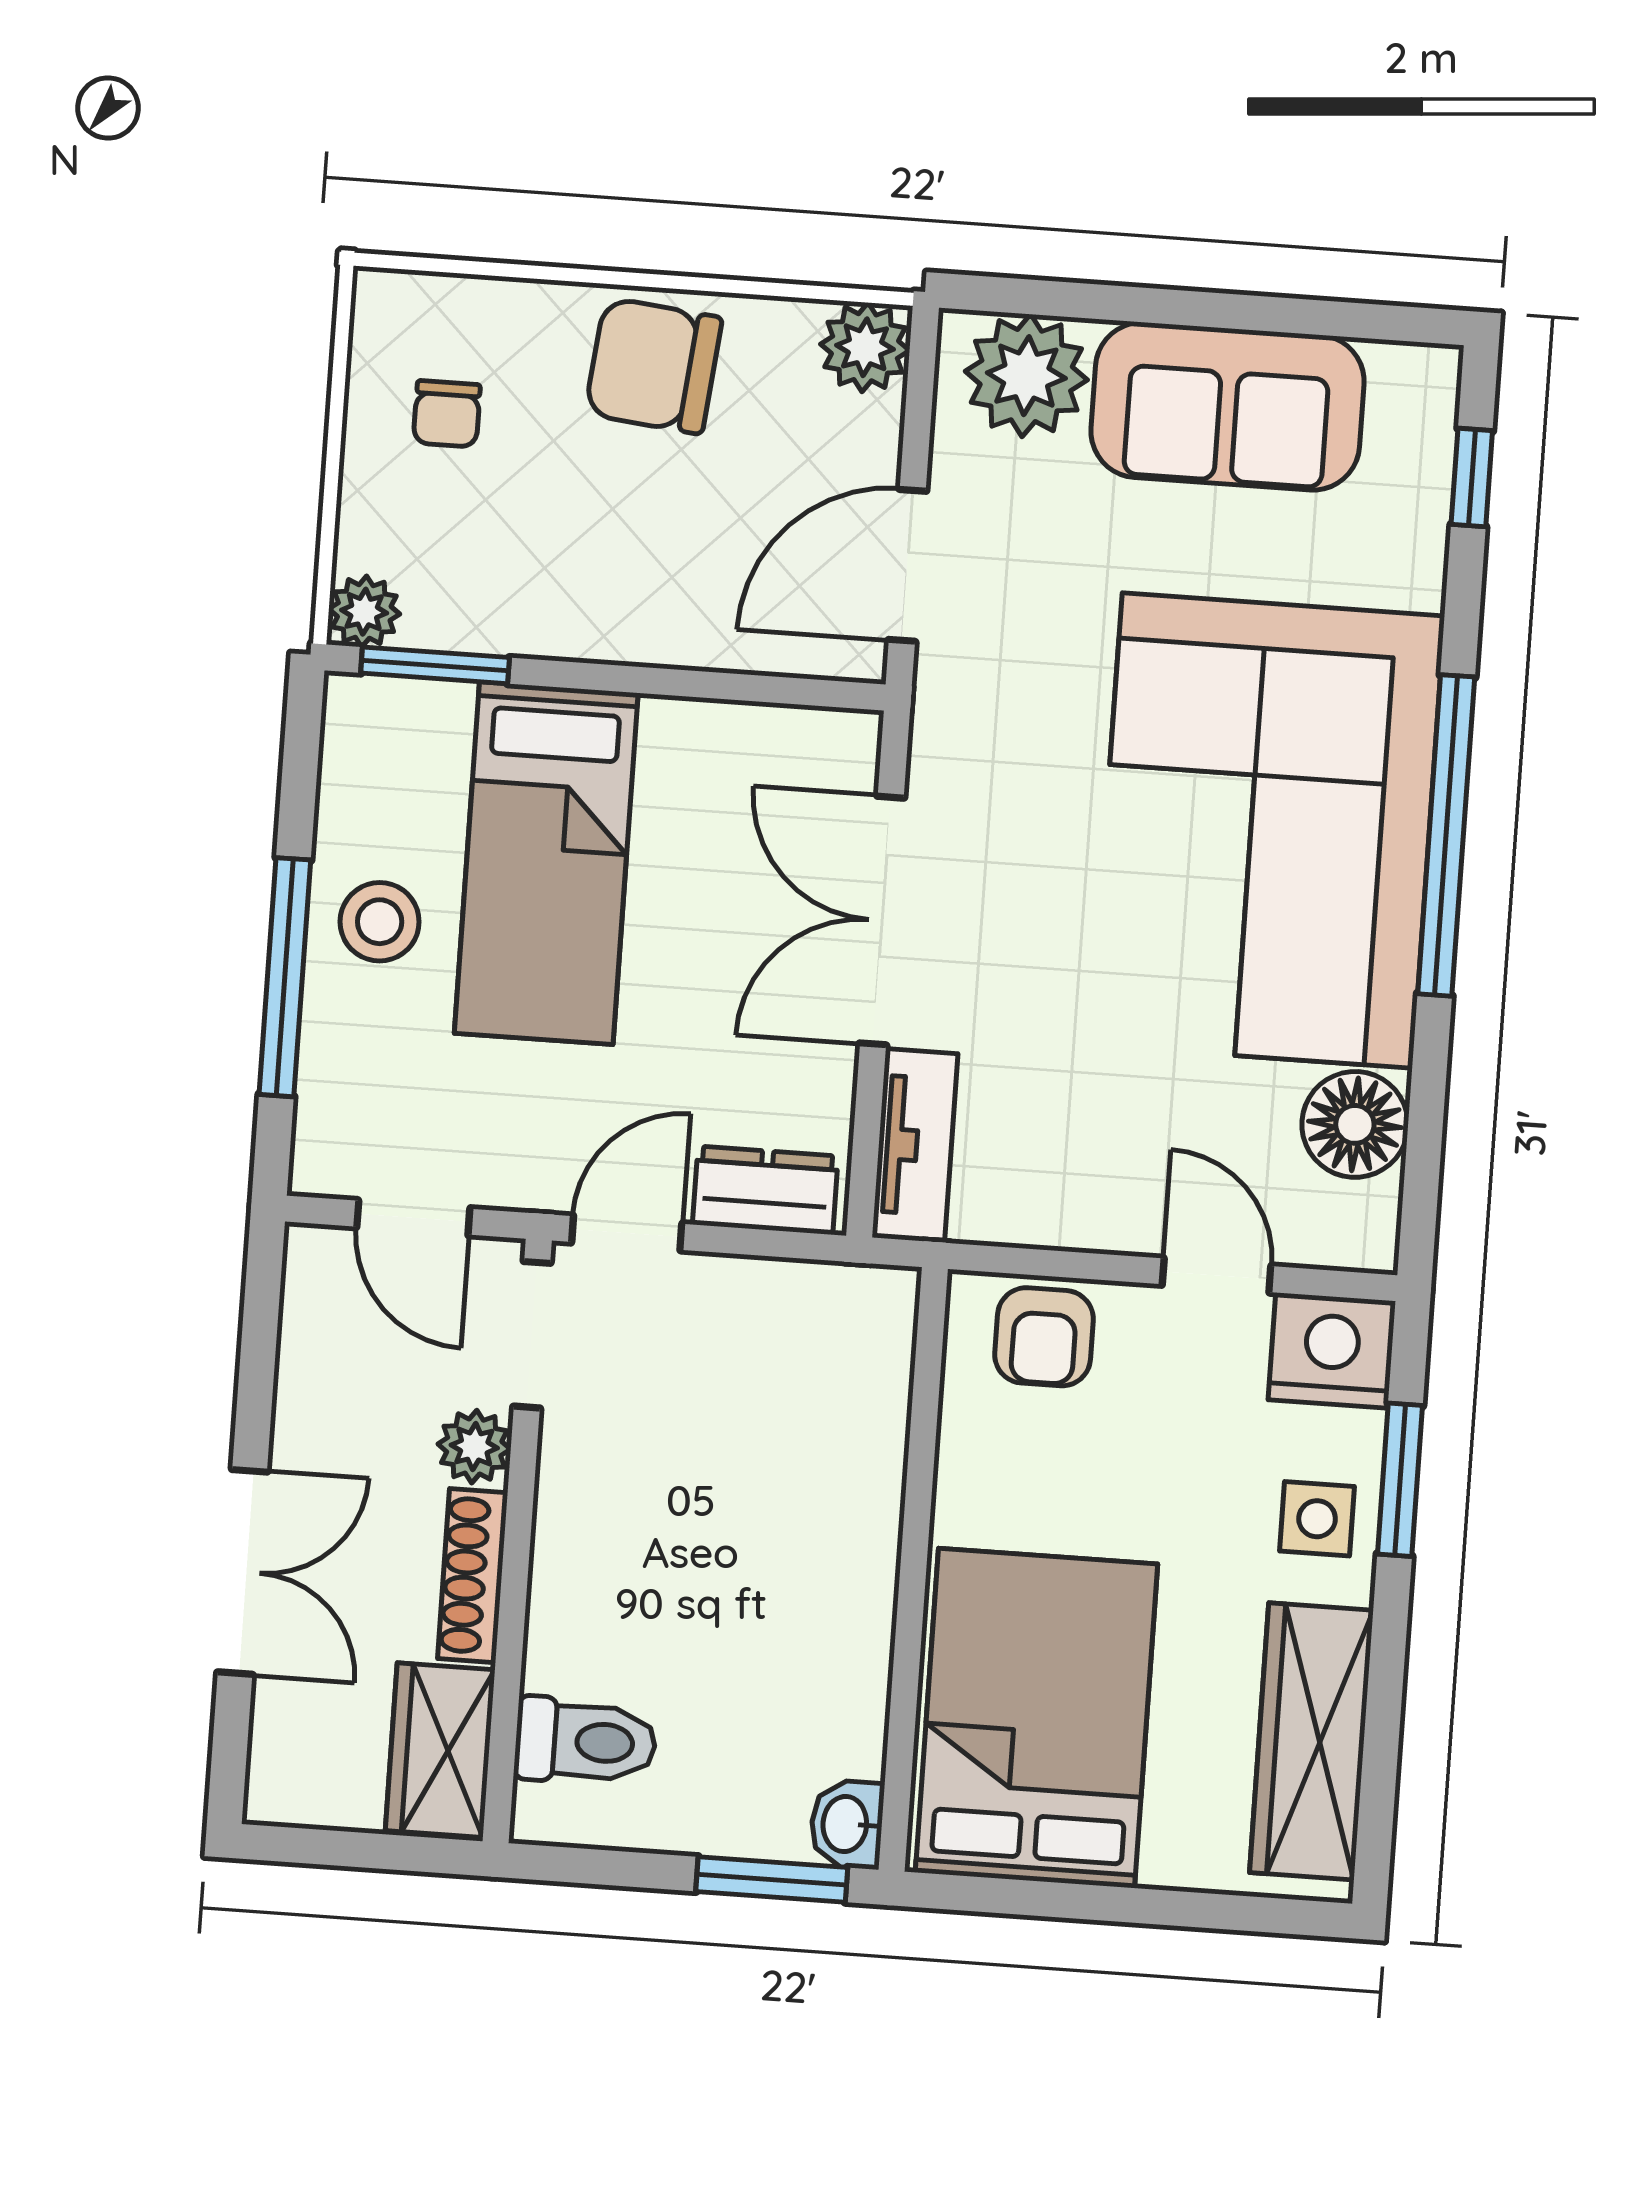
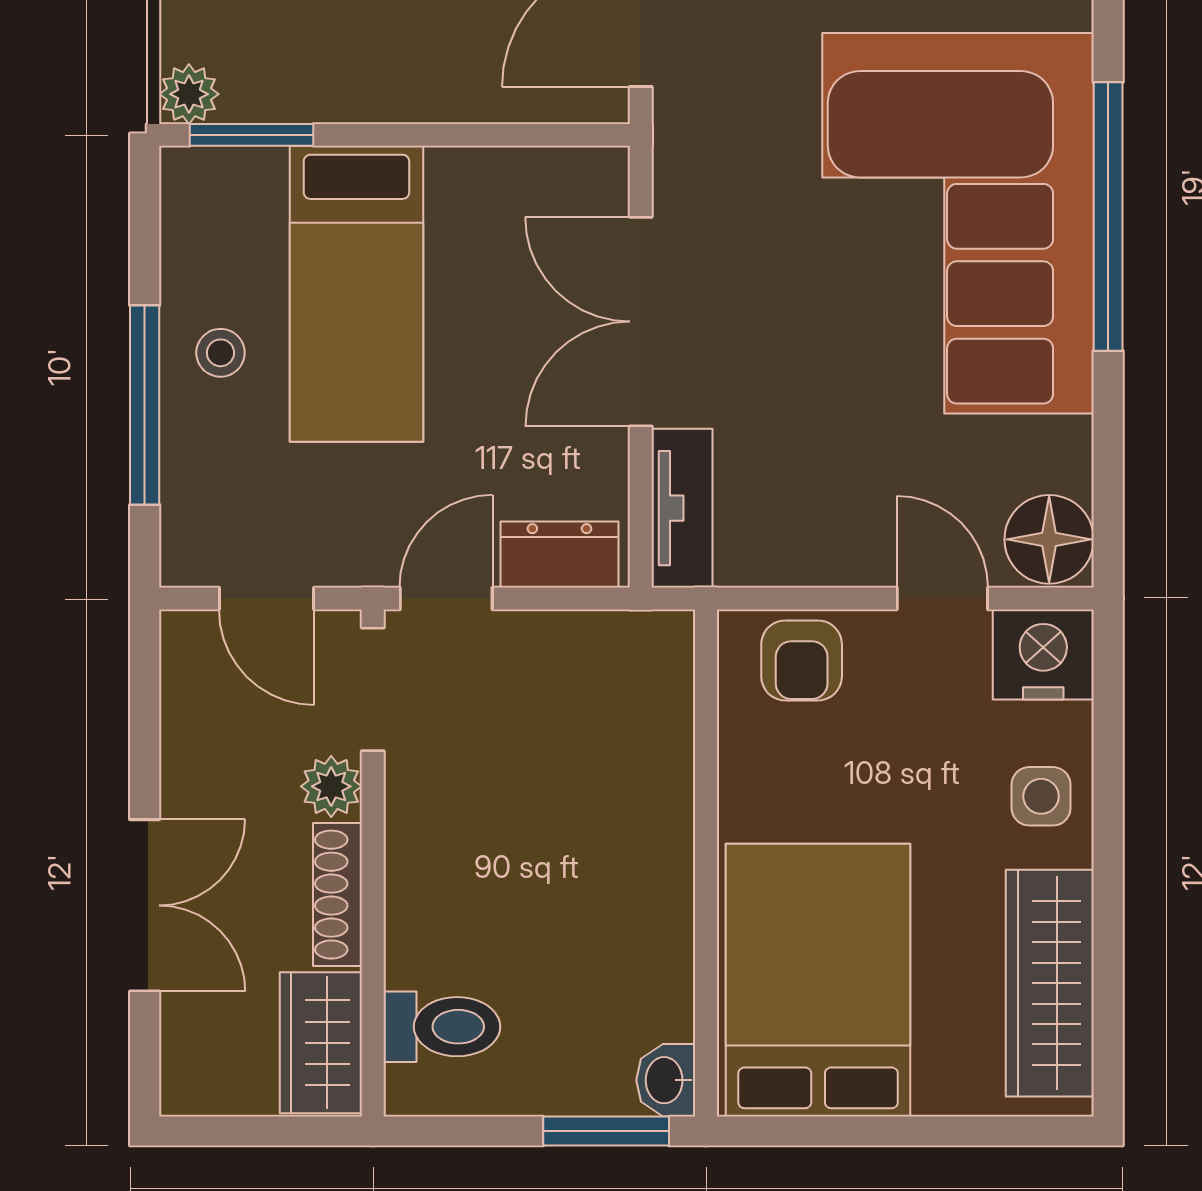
stool: (380, 922) -> (220, 353), width x0.73, depth x0.73
floor lamp: (1355, 1124) -> (1049, 539), moved
window: (1400, 1480) -> (1108, 759), removed

